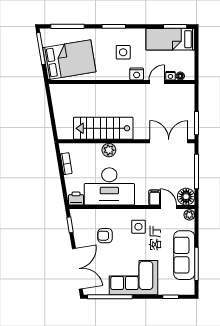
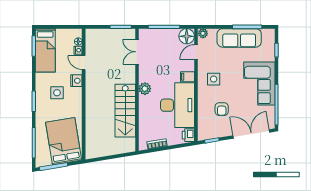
double door: (169, 141) -> (137, 52), width x0.73
plant: (109, 150) -> (145, 89), moved
filing cabinet: (155, 198) -> (187, 77), moved

